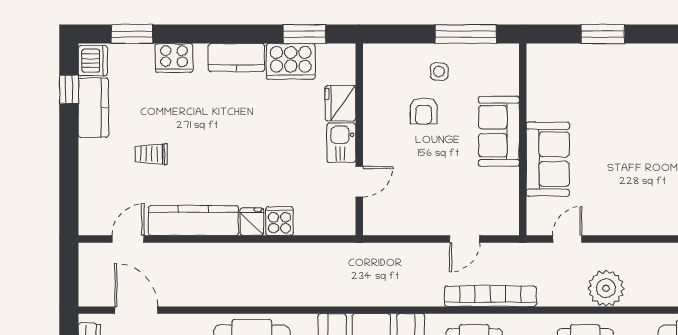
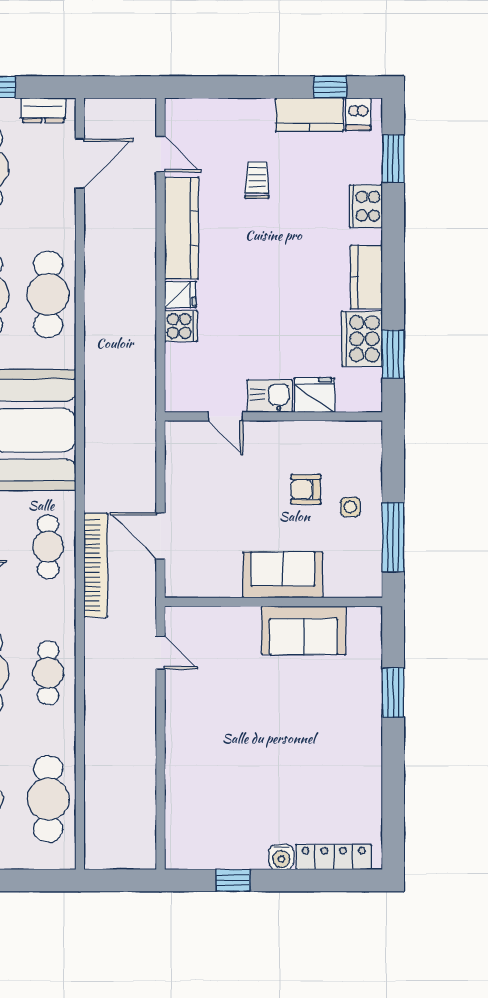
dishwasher: (93, 61) -> (358, 114), width x0.73
sofa: (548, 159) -> (304, 630), moved
door: (464, 239) -> (160, 536), width x1.38
plant: (606, 288) -> (105, 696), removed

